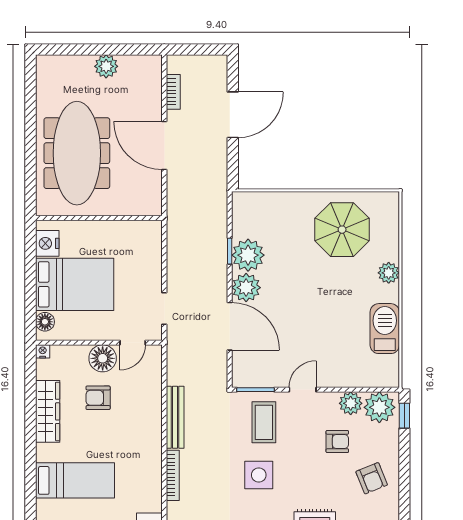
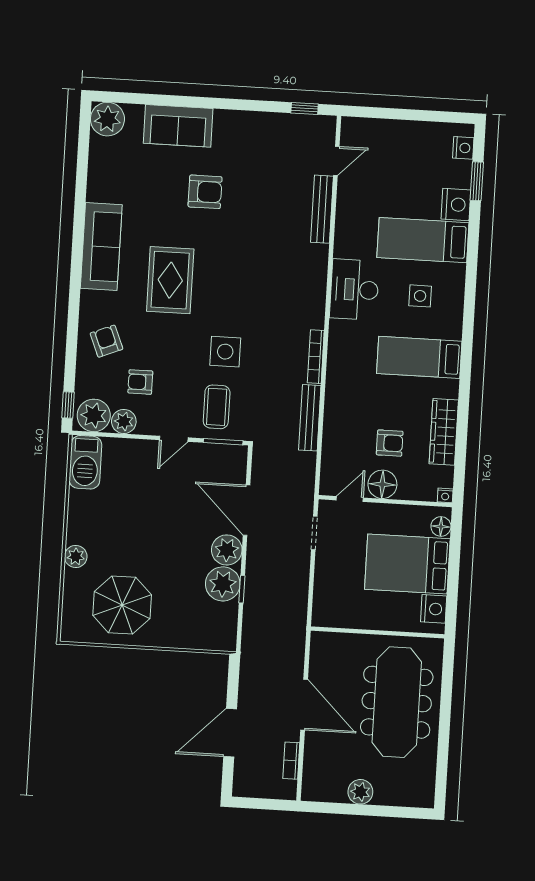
barbecue: (385, 329) -> (85, 462), moved

